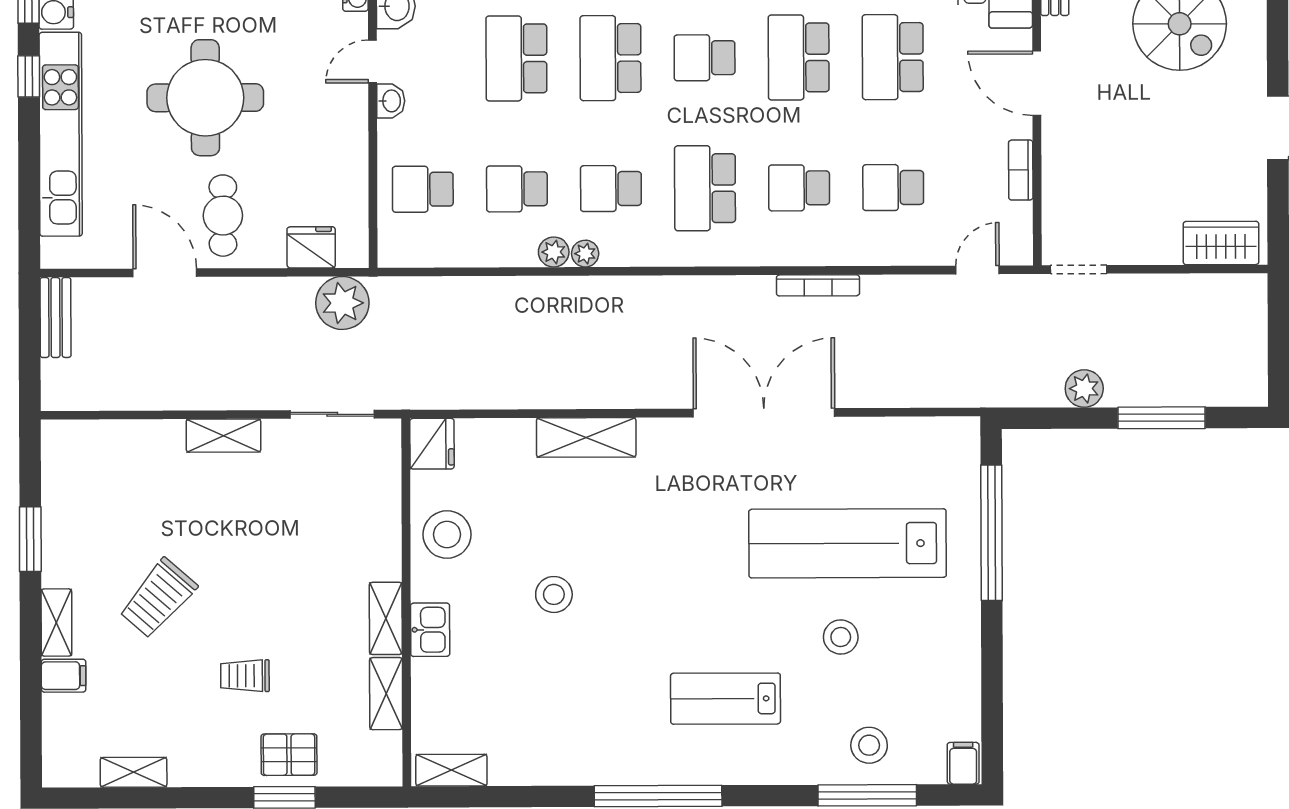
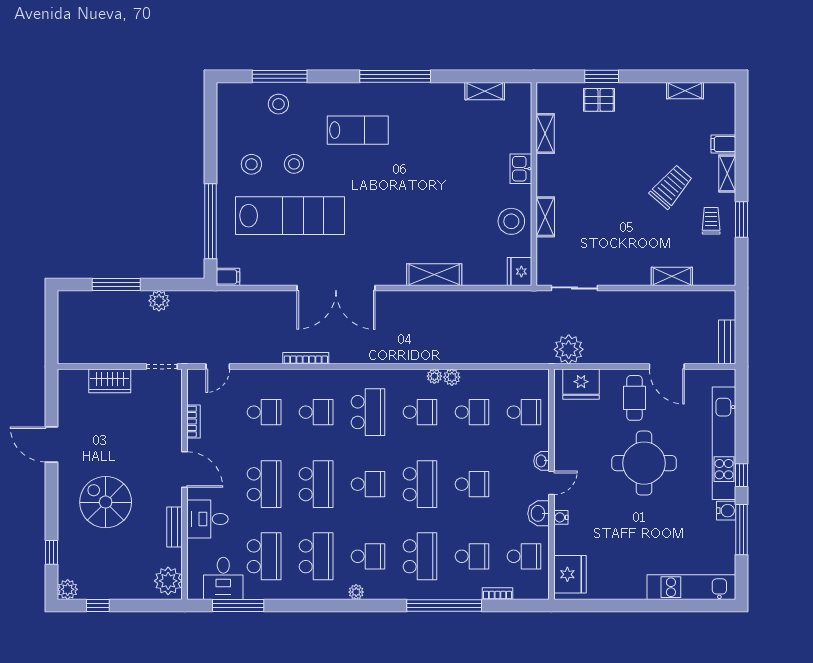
school desk: (516, 58) -> (472, 484), width x0.54
wardrobe: (1221, 243) -> (110, 381), moved
fridge: (311, 247) -> (581, 384), width x1.36, depth x1.34
shelving: (223, 436) -> (672, 276), moved
stool: (554, 594) -> (251, 164), moved
shelving: (386, 618) -> (545, 217), moved
trolley: (245, 676) -> (711, 221), moved, turned -90
filing cabinet: (963, 763) -> (228, 277), moved, turned -90
shelving: (451, 770) -> (485, 91), moved

